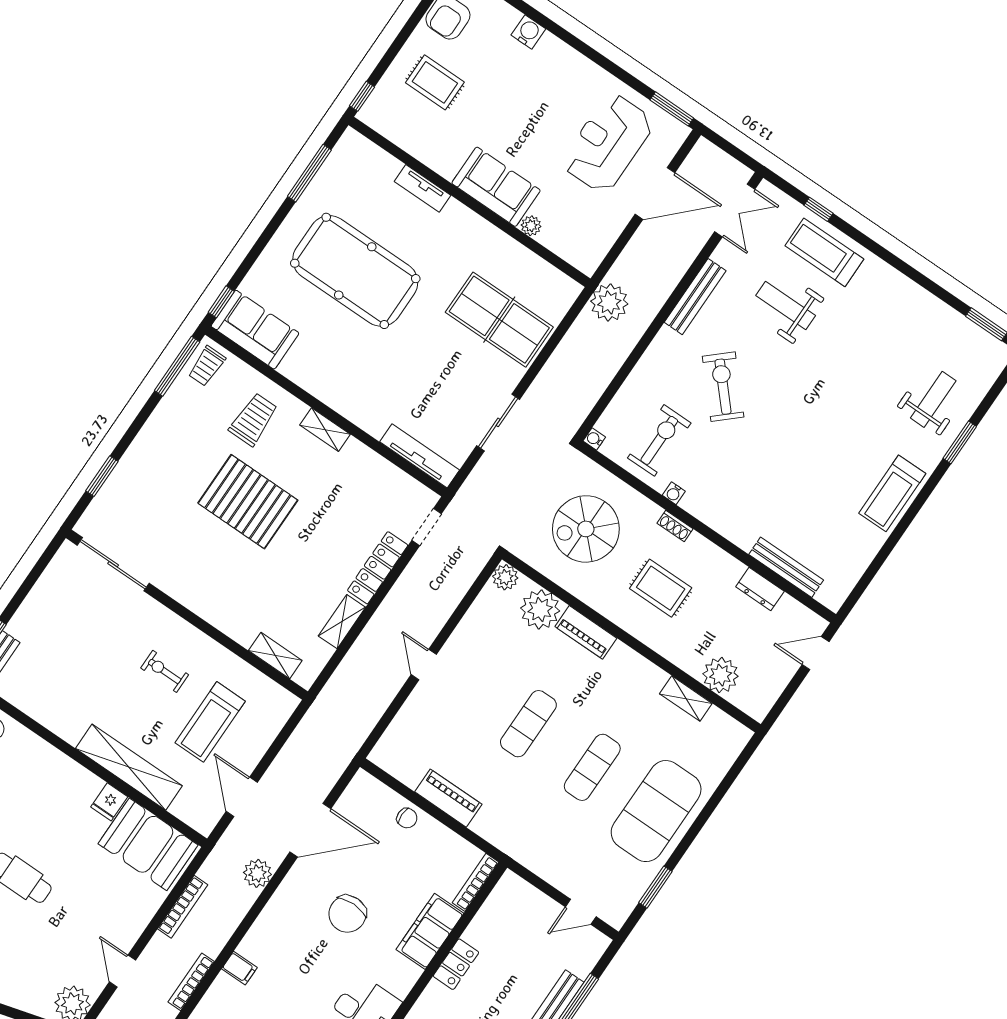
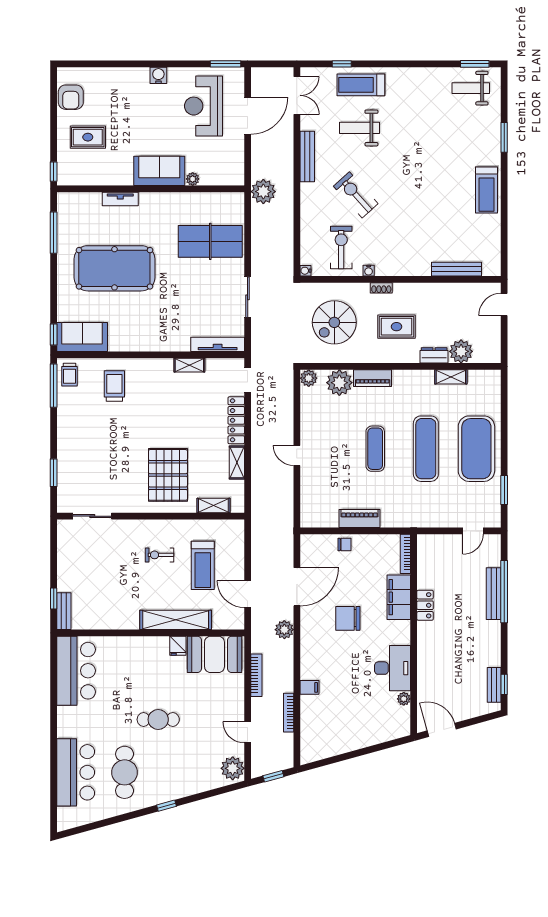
water cooler: (528, 32) -> (158, 75), moved
weight bench: (933, 399) -> (471, 88), moved, turned -90
shelving: (325, 430) -> (189, 365), moved
pallet: (248, 502) -> (168, 475), moved, turned 90
sliding door: (113, 564) -> (92, 516), width x0.73
dresser: (760, 589) -> (434, 355), moved, turned 180
exercise mat: (592, 767) -> (426, 449), width x1.36, depth x1.45
chair: (347, 914) -> (348, 618), turned 90

